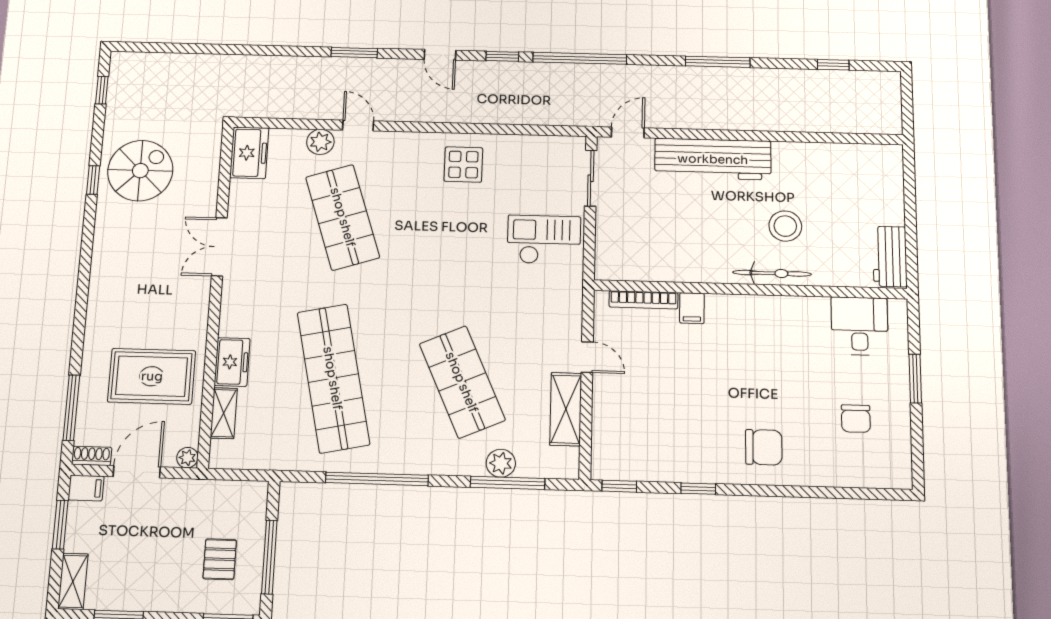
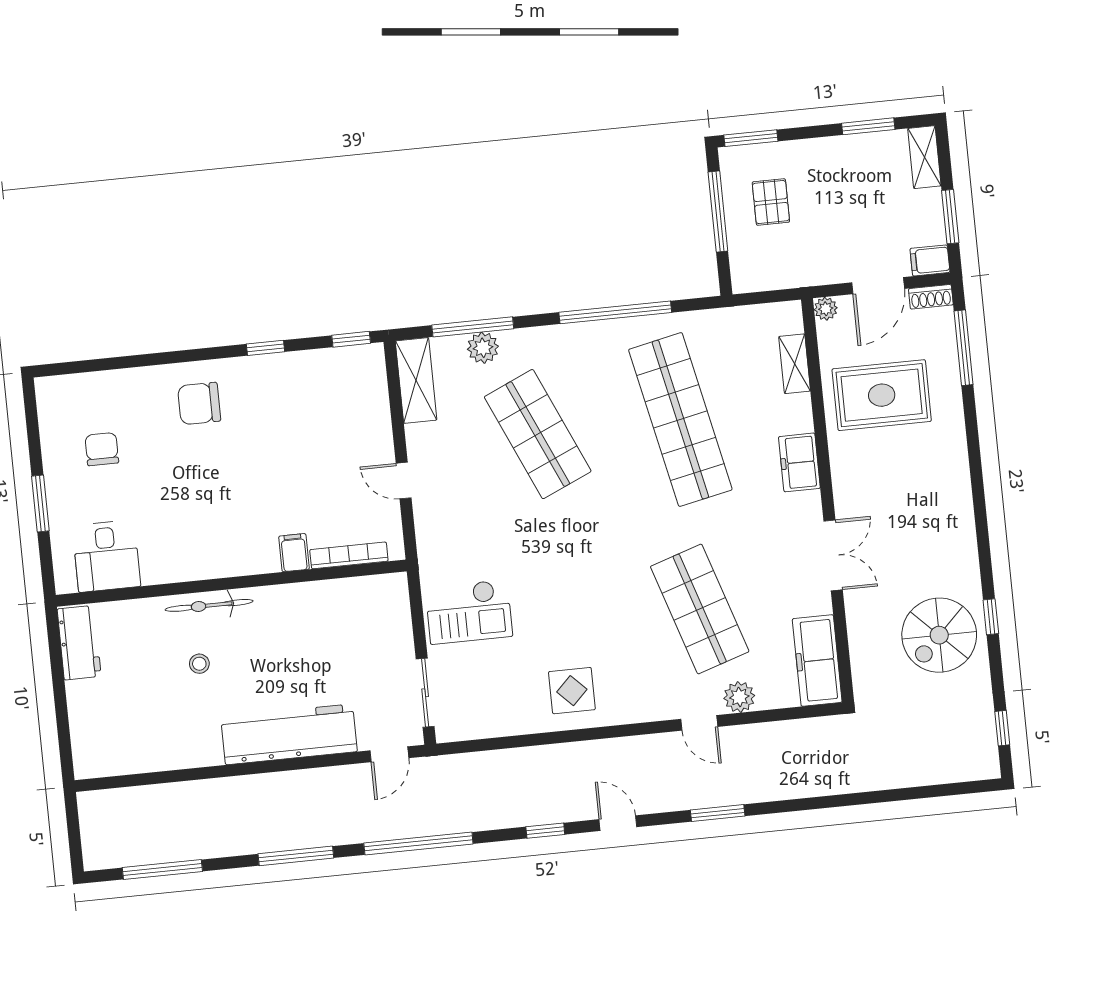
window: (580, 58) -> (418, 843), moved
window: (833, 65) -> (162, 869), width x2.17
freezer: (249, 153) -> (817, 660), width x1.40
stool: (785, 226) -> (199, 664), width x0.53, depth x0.53
freezer: (232, 362) -> (799, 462), moved
shelving: (566, 409) -> (416, 380), moved

